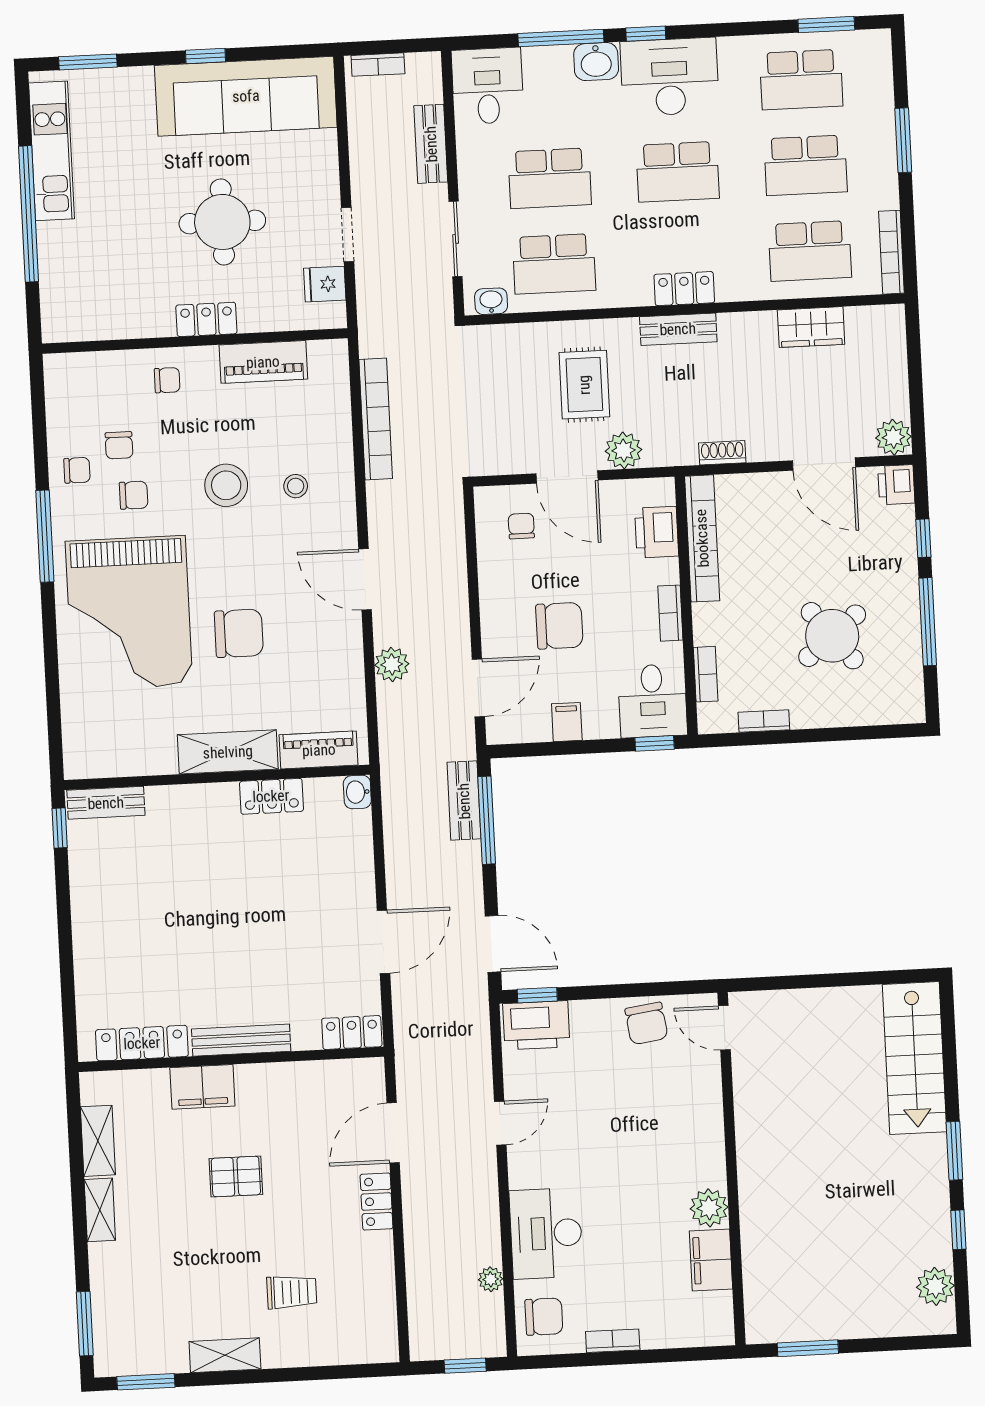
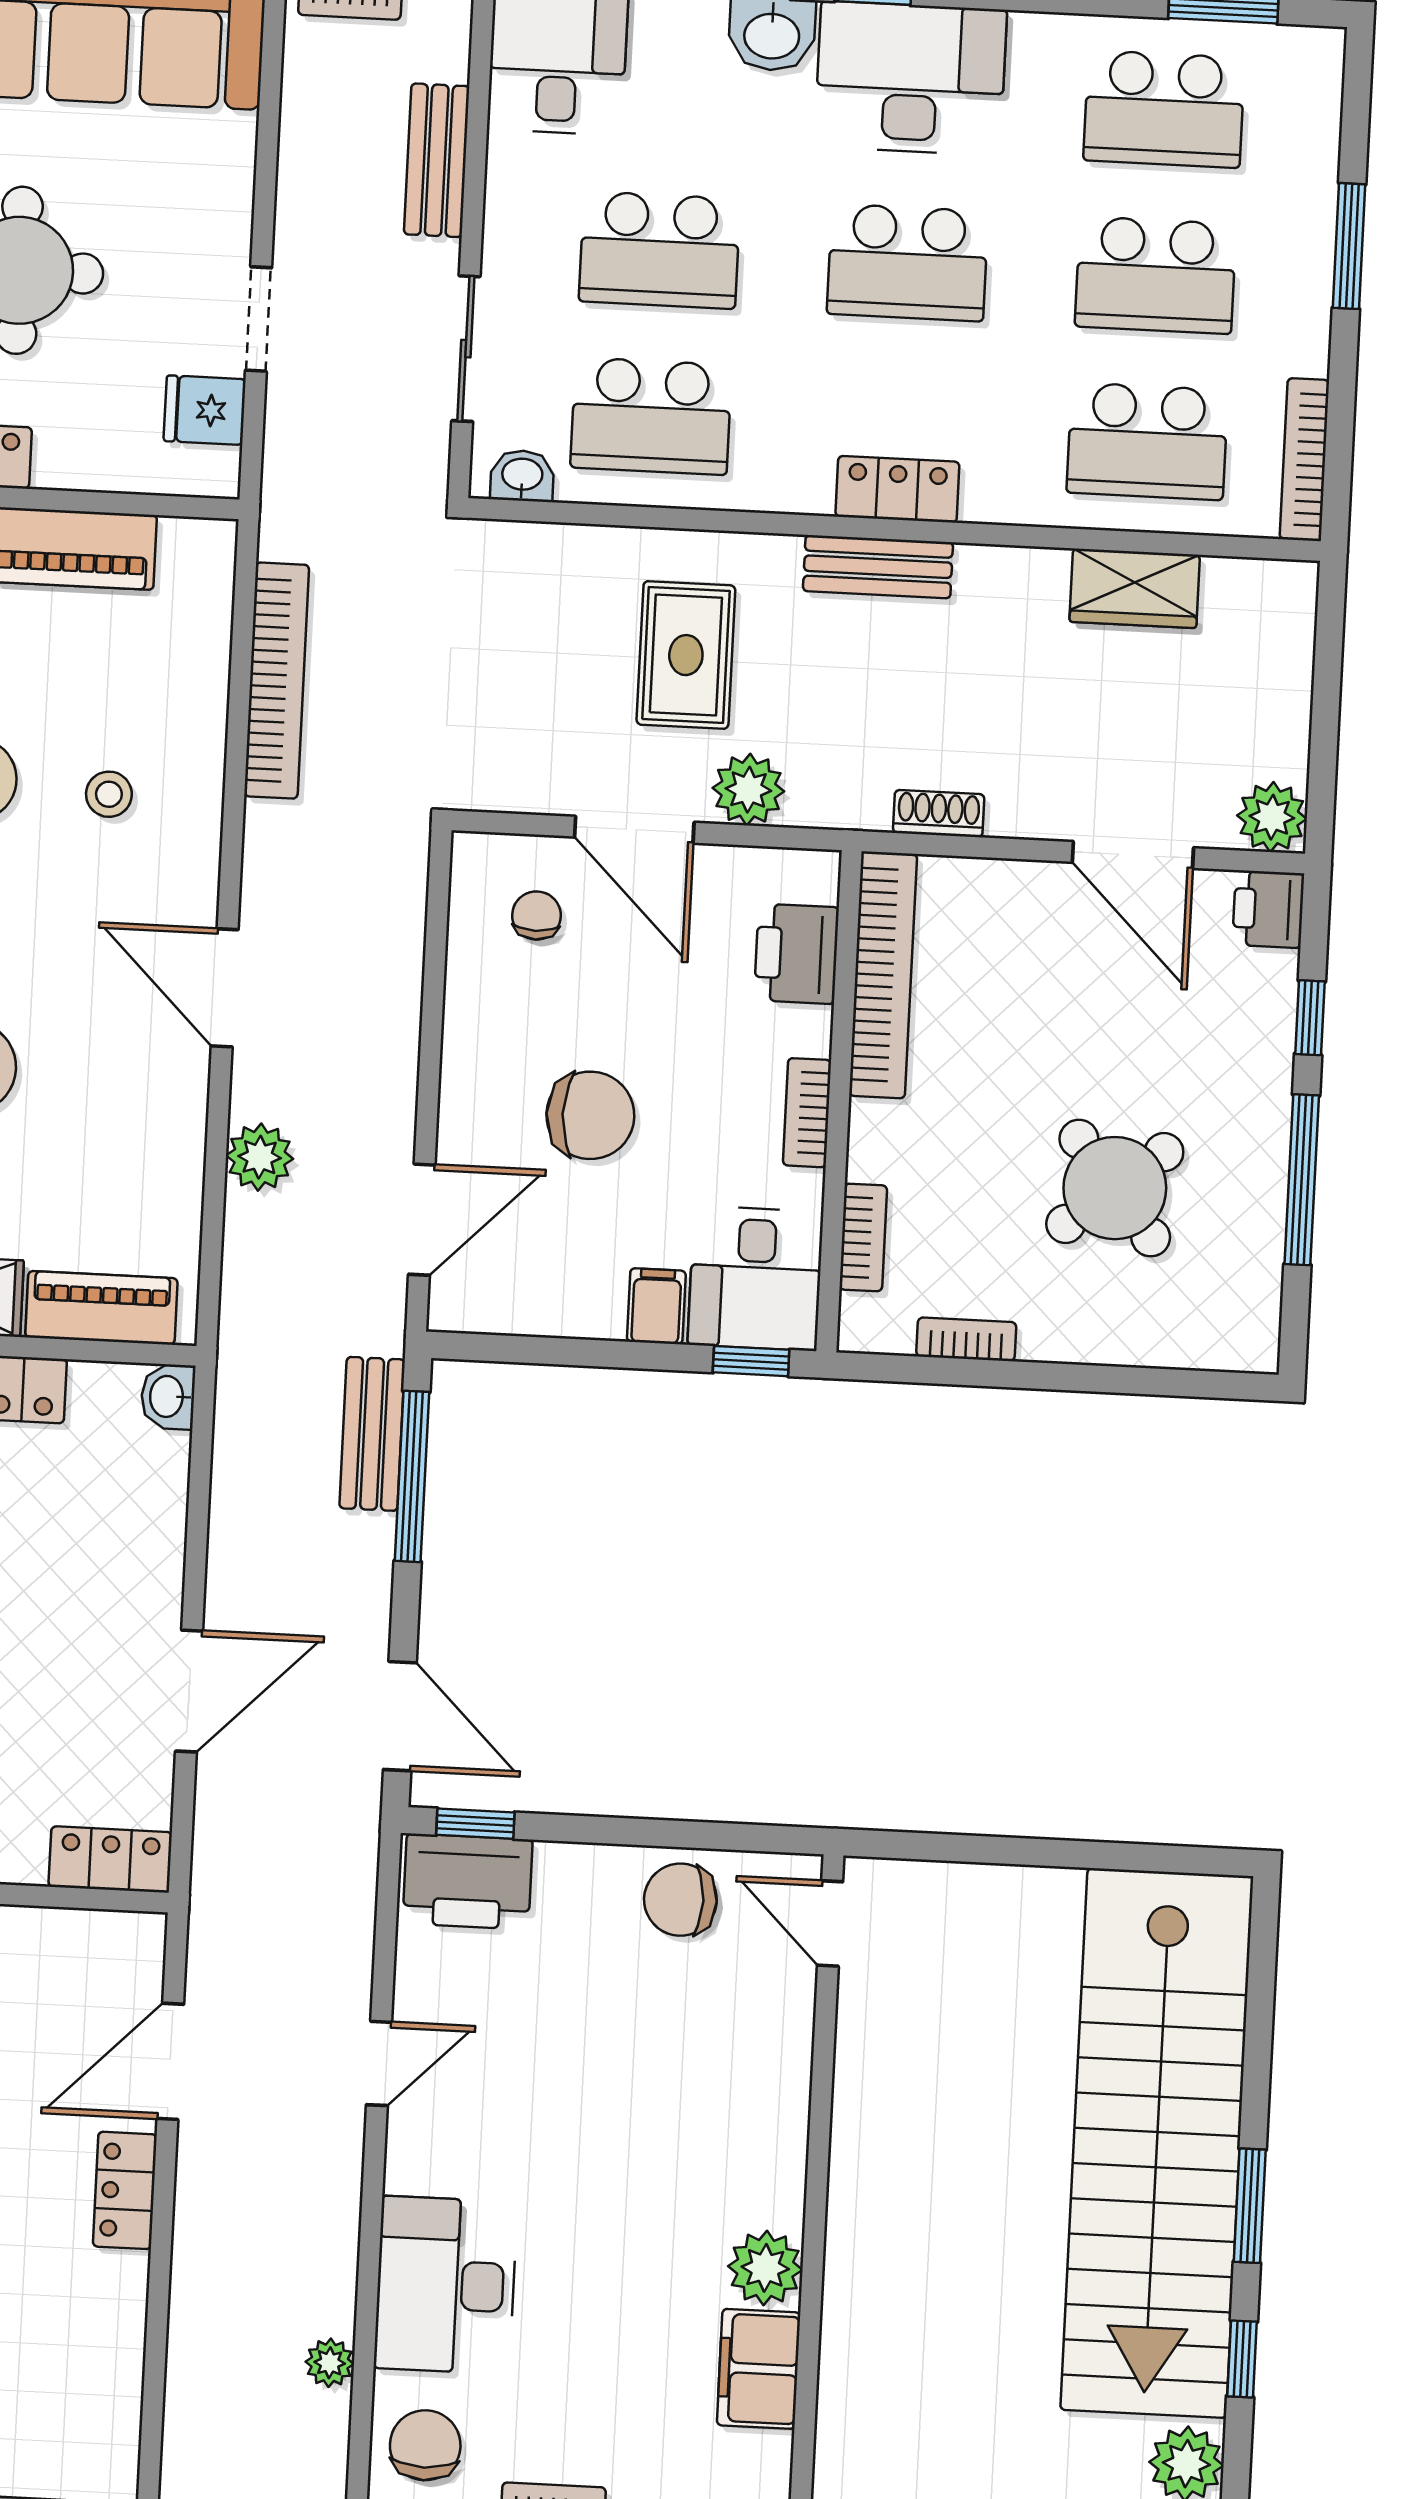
filing cabinet: (567, 722) -> (656, 1306), moved
chair: (646, 1023) -> (680, 1900), turned 98
stairs: (915, 1058) -> (1157, 2143), width x1.86, depth x1.51
chair: (544, 1317) -> (425, 2445), turned -90

